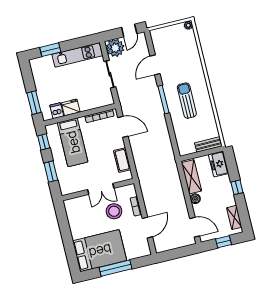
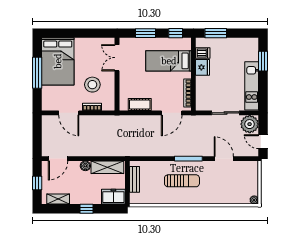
bench: (208, 144) -> (135, 179), moved
double door: (101, 189) -> (117, 58), moved

